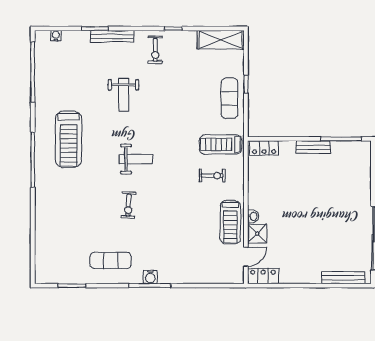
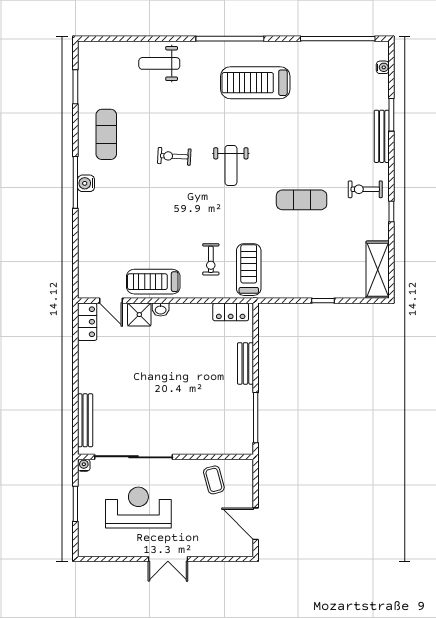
weight bench: (123, 95) -> (159, 63), moved
exercise mat: (229, 98) -> (302, 200), moved
bench: (313, 147) -> (245, 363), moved
locker: (264, 148) -> (231, 312), moved, turned -90

